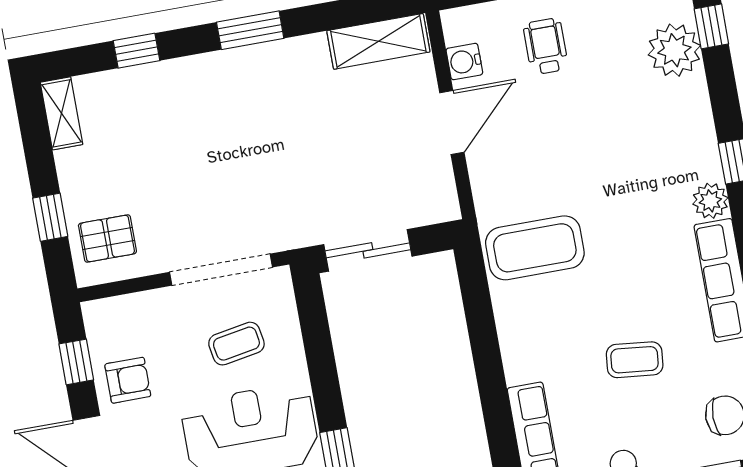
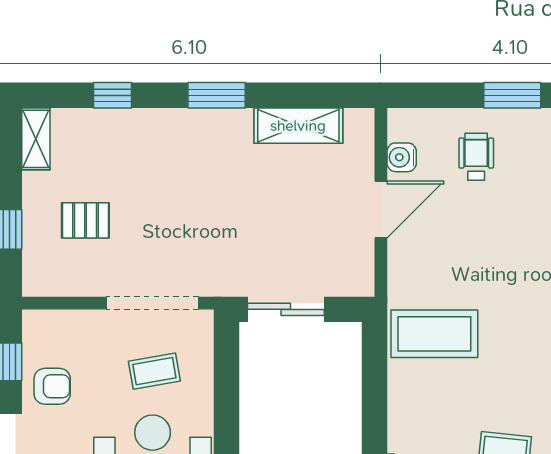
shelving: (378, 41) -> (298, 126), moved
pallet: (107, 238) -> (85, 220), moved

